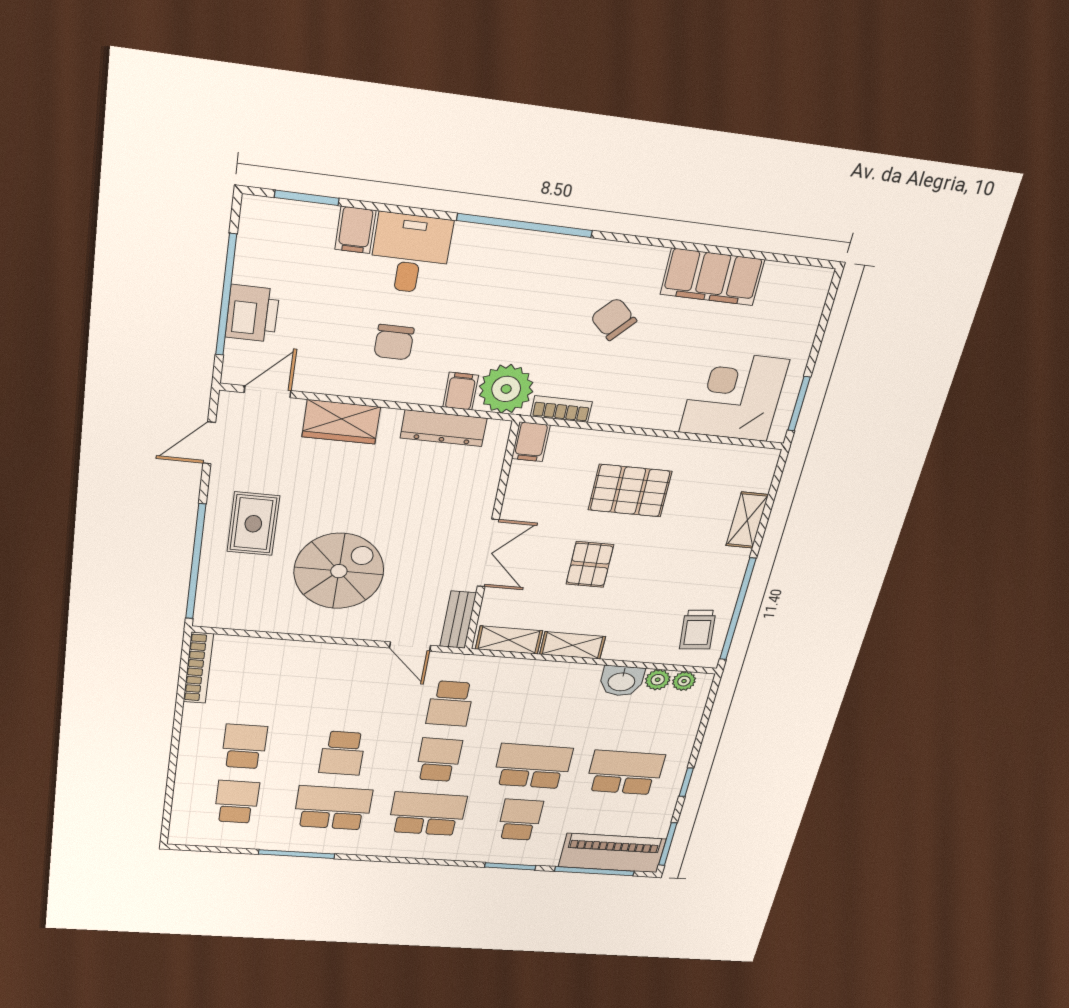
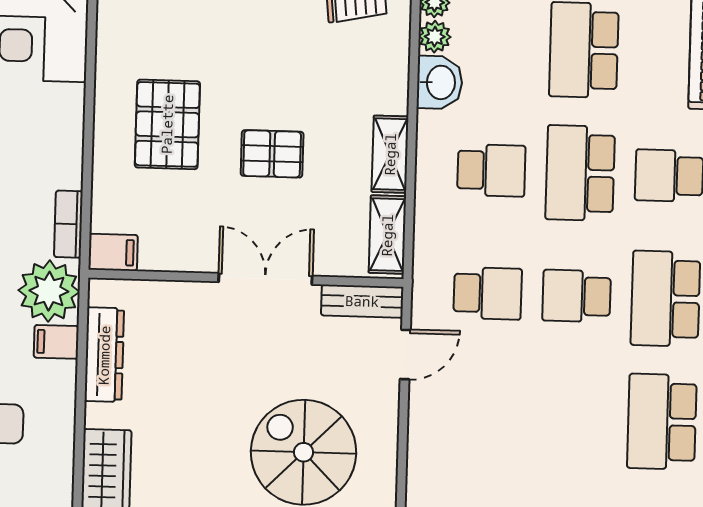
school desk: (342, 753) -> (491, 170), moved

